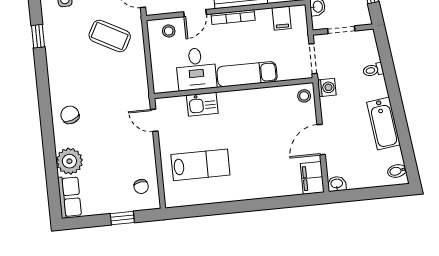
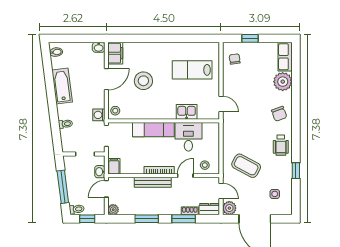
filing cabinet: (282, 18) -> (114, 166), moved
wheelchair: (63, 70) -> (281, 145), added
stool: (268, 142) -> (143, 81), added

